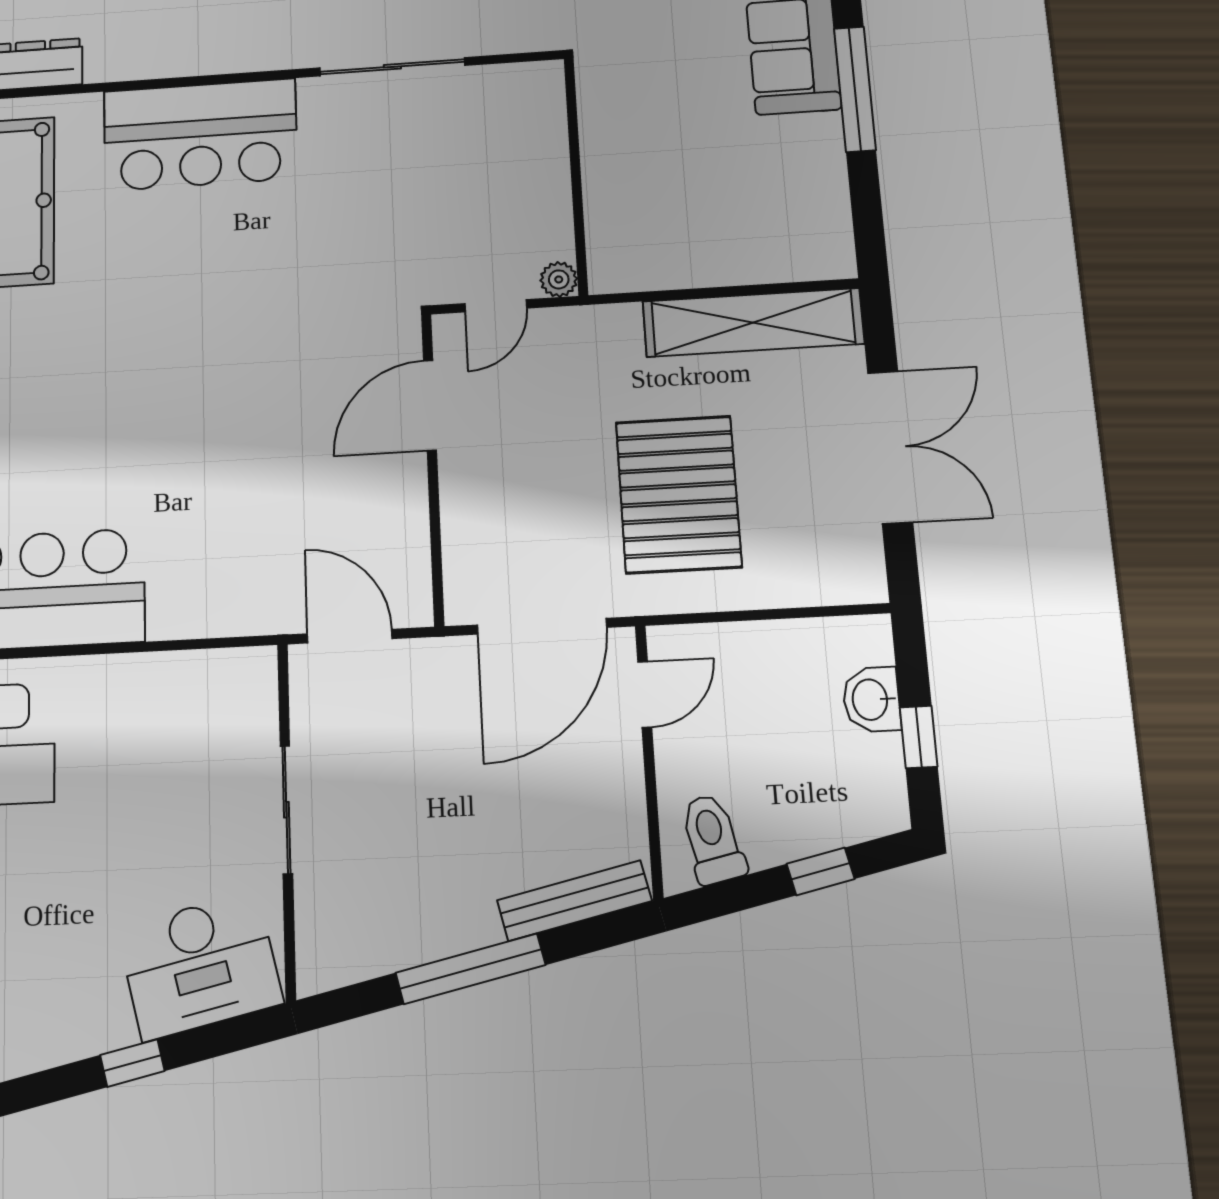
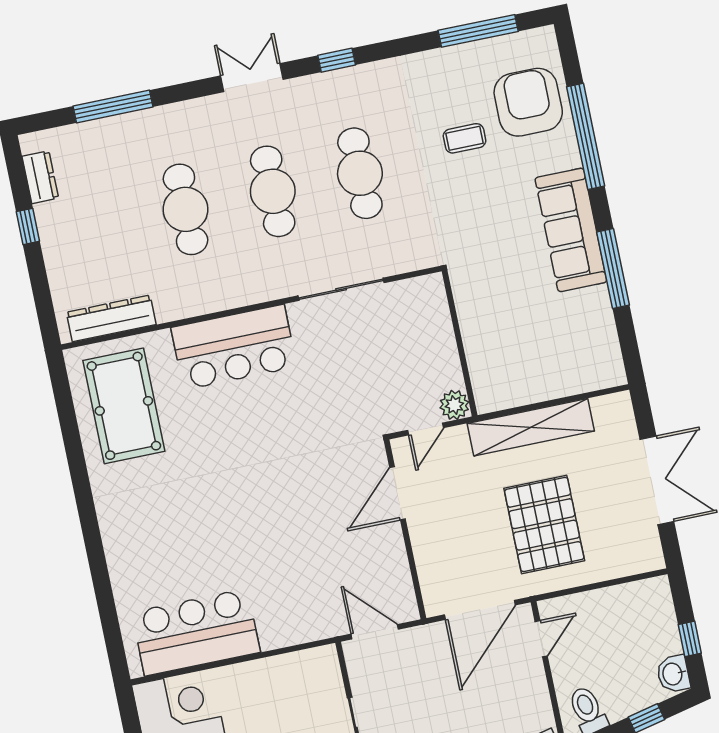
plant: (559, 279) -> (454, 405), width x1.38, depth x1.38
shelving: (753, 323) -> (531, 427), moved
washbasin: (871, 700) -> (673, 674), moved

